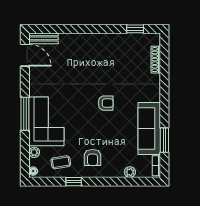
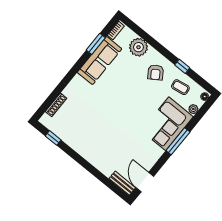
armchair: (106, 103) -> (116, 103), removed
armchair: (93, 158) -> (156, 72), turned 147
plant: (130, 172) -> (138, 47), width x1.88, depth x1.88

